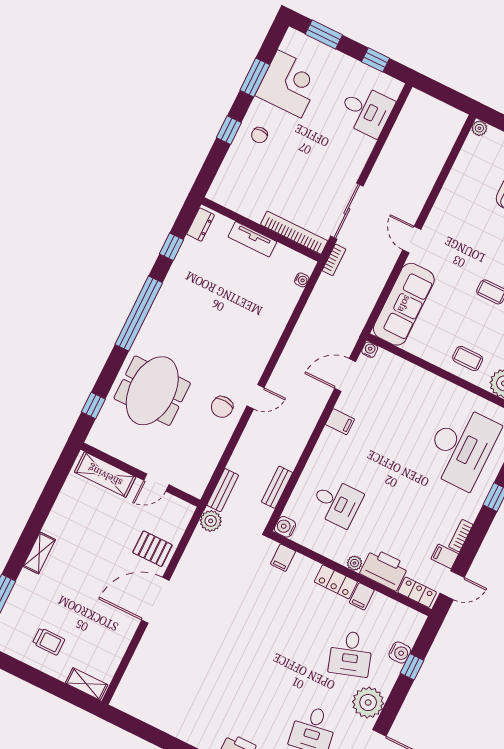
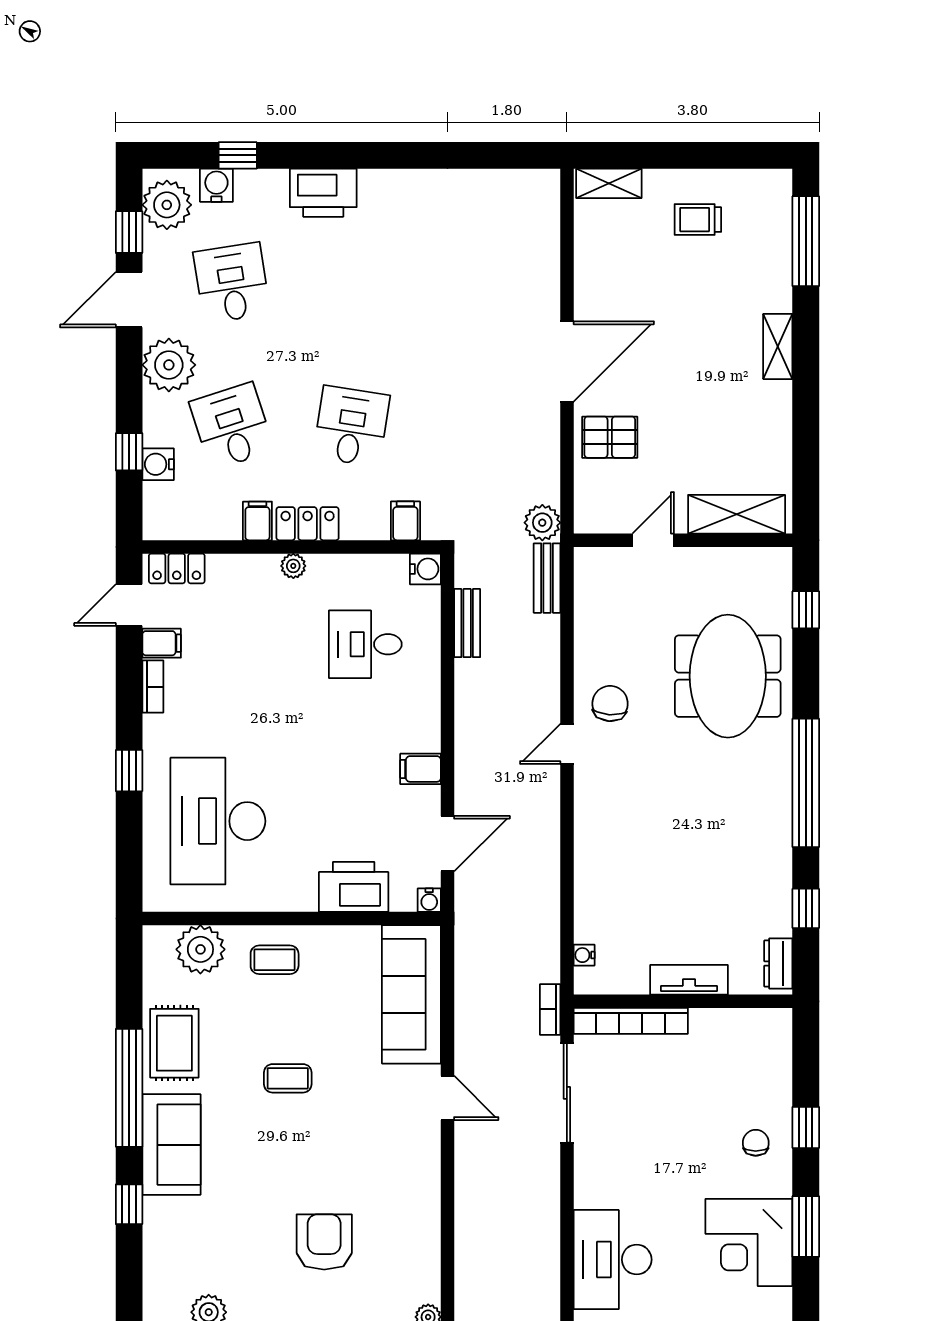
desk: (366, 111) -> (613, 1260), width x1.37
printer: (384, 569) -> (354, 887), moved, turned 180
desk: (287, 622) -> (351, 426), added

